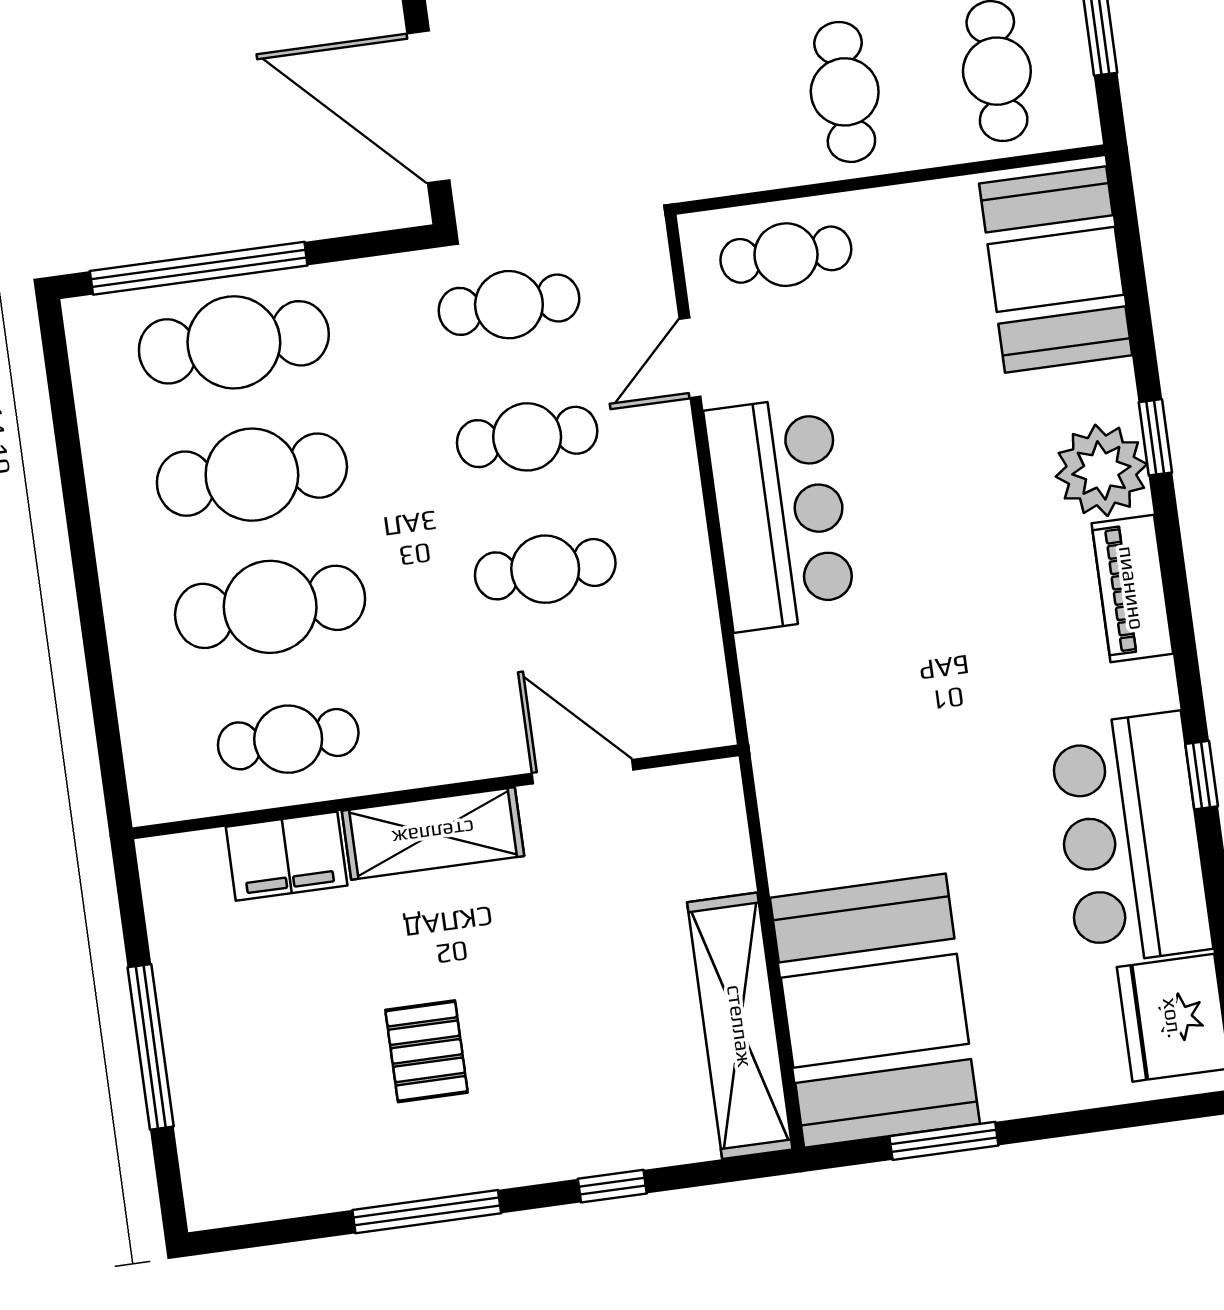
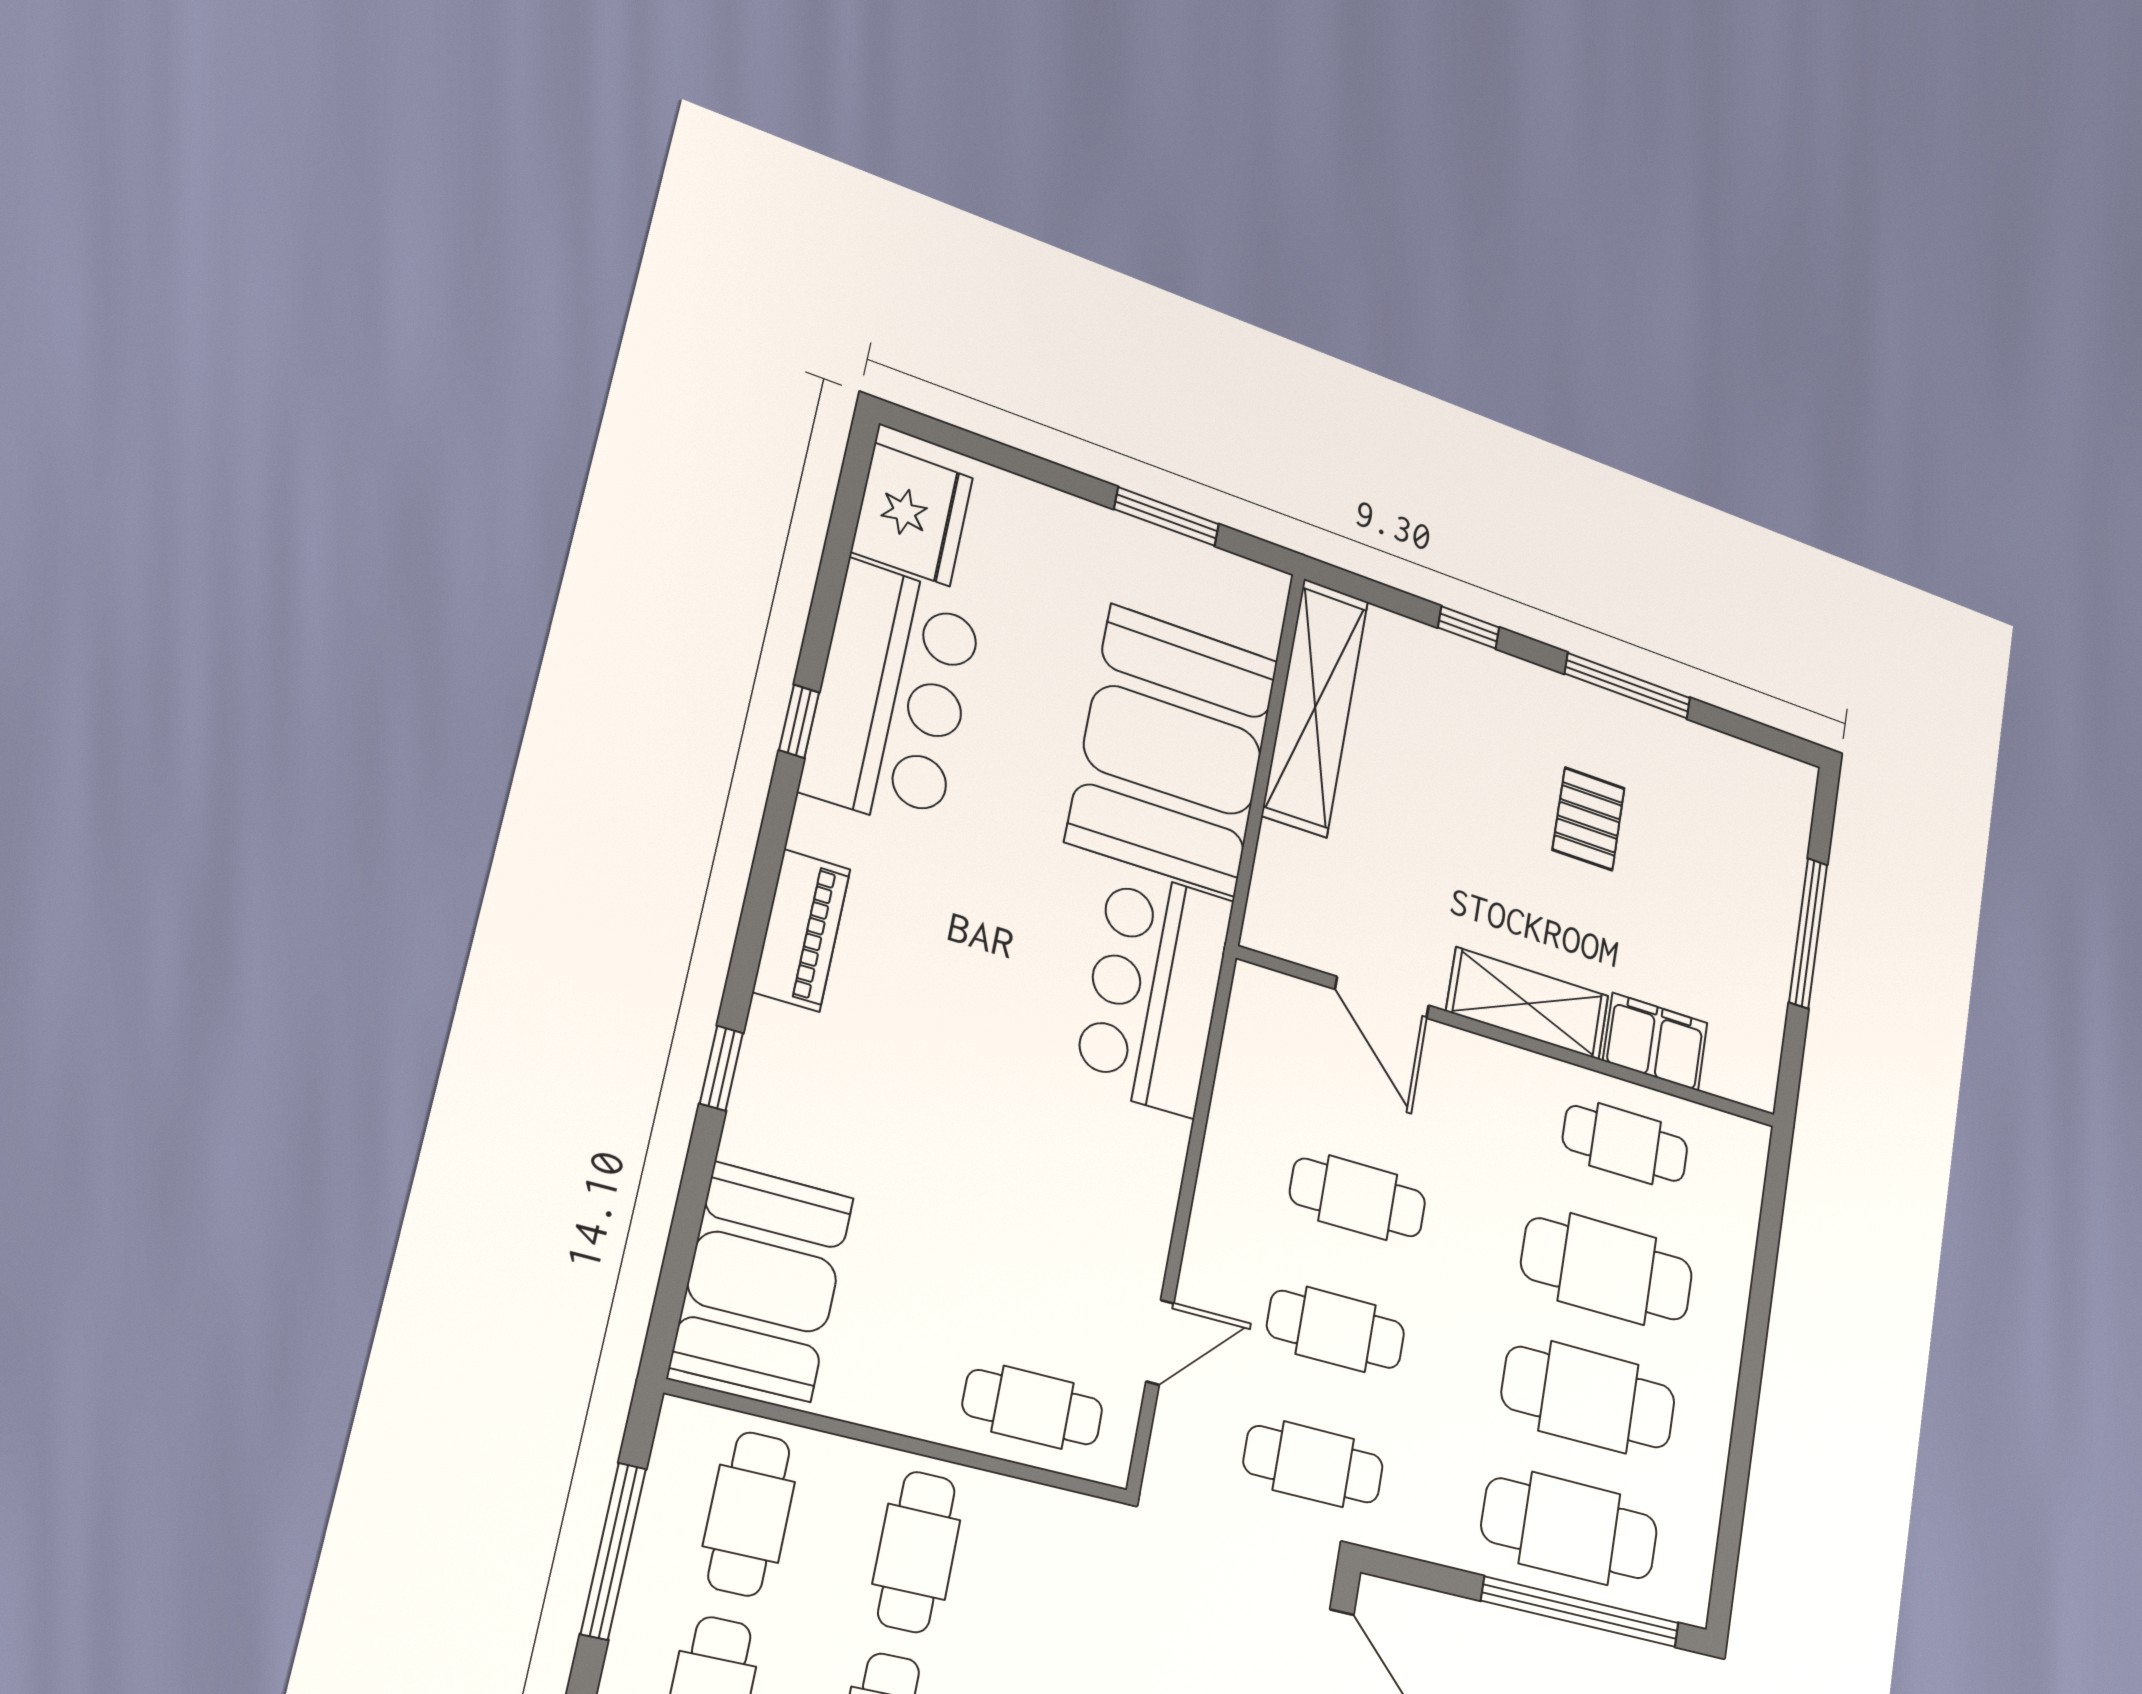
plant: (1101, 470) -> (790, 1059), removed
bar counter: (780, 513) -> (1154, 991), moved
booth: (875, 1011) -> (1173, 750), moved

